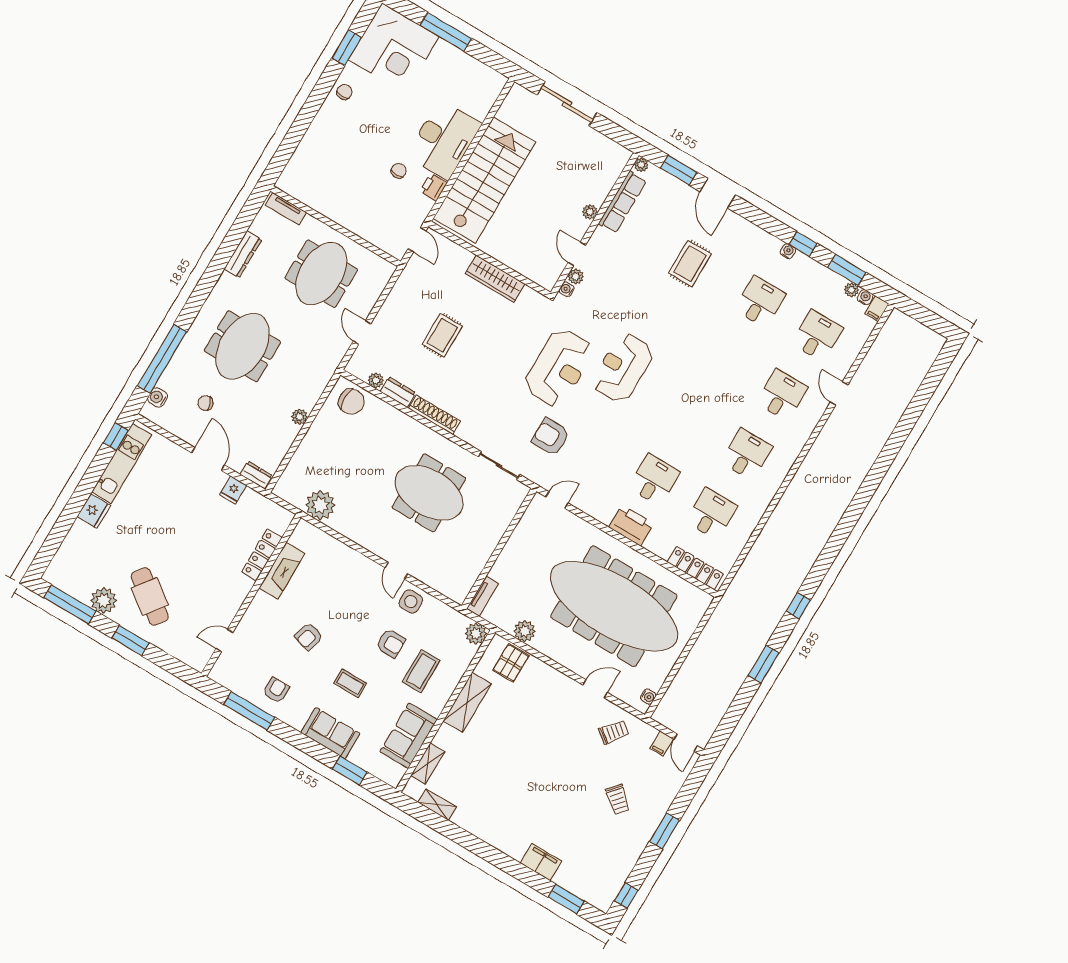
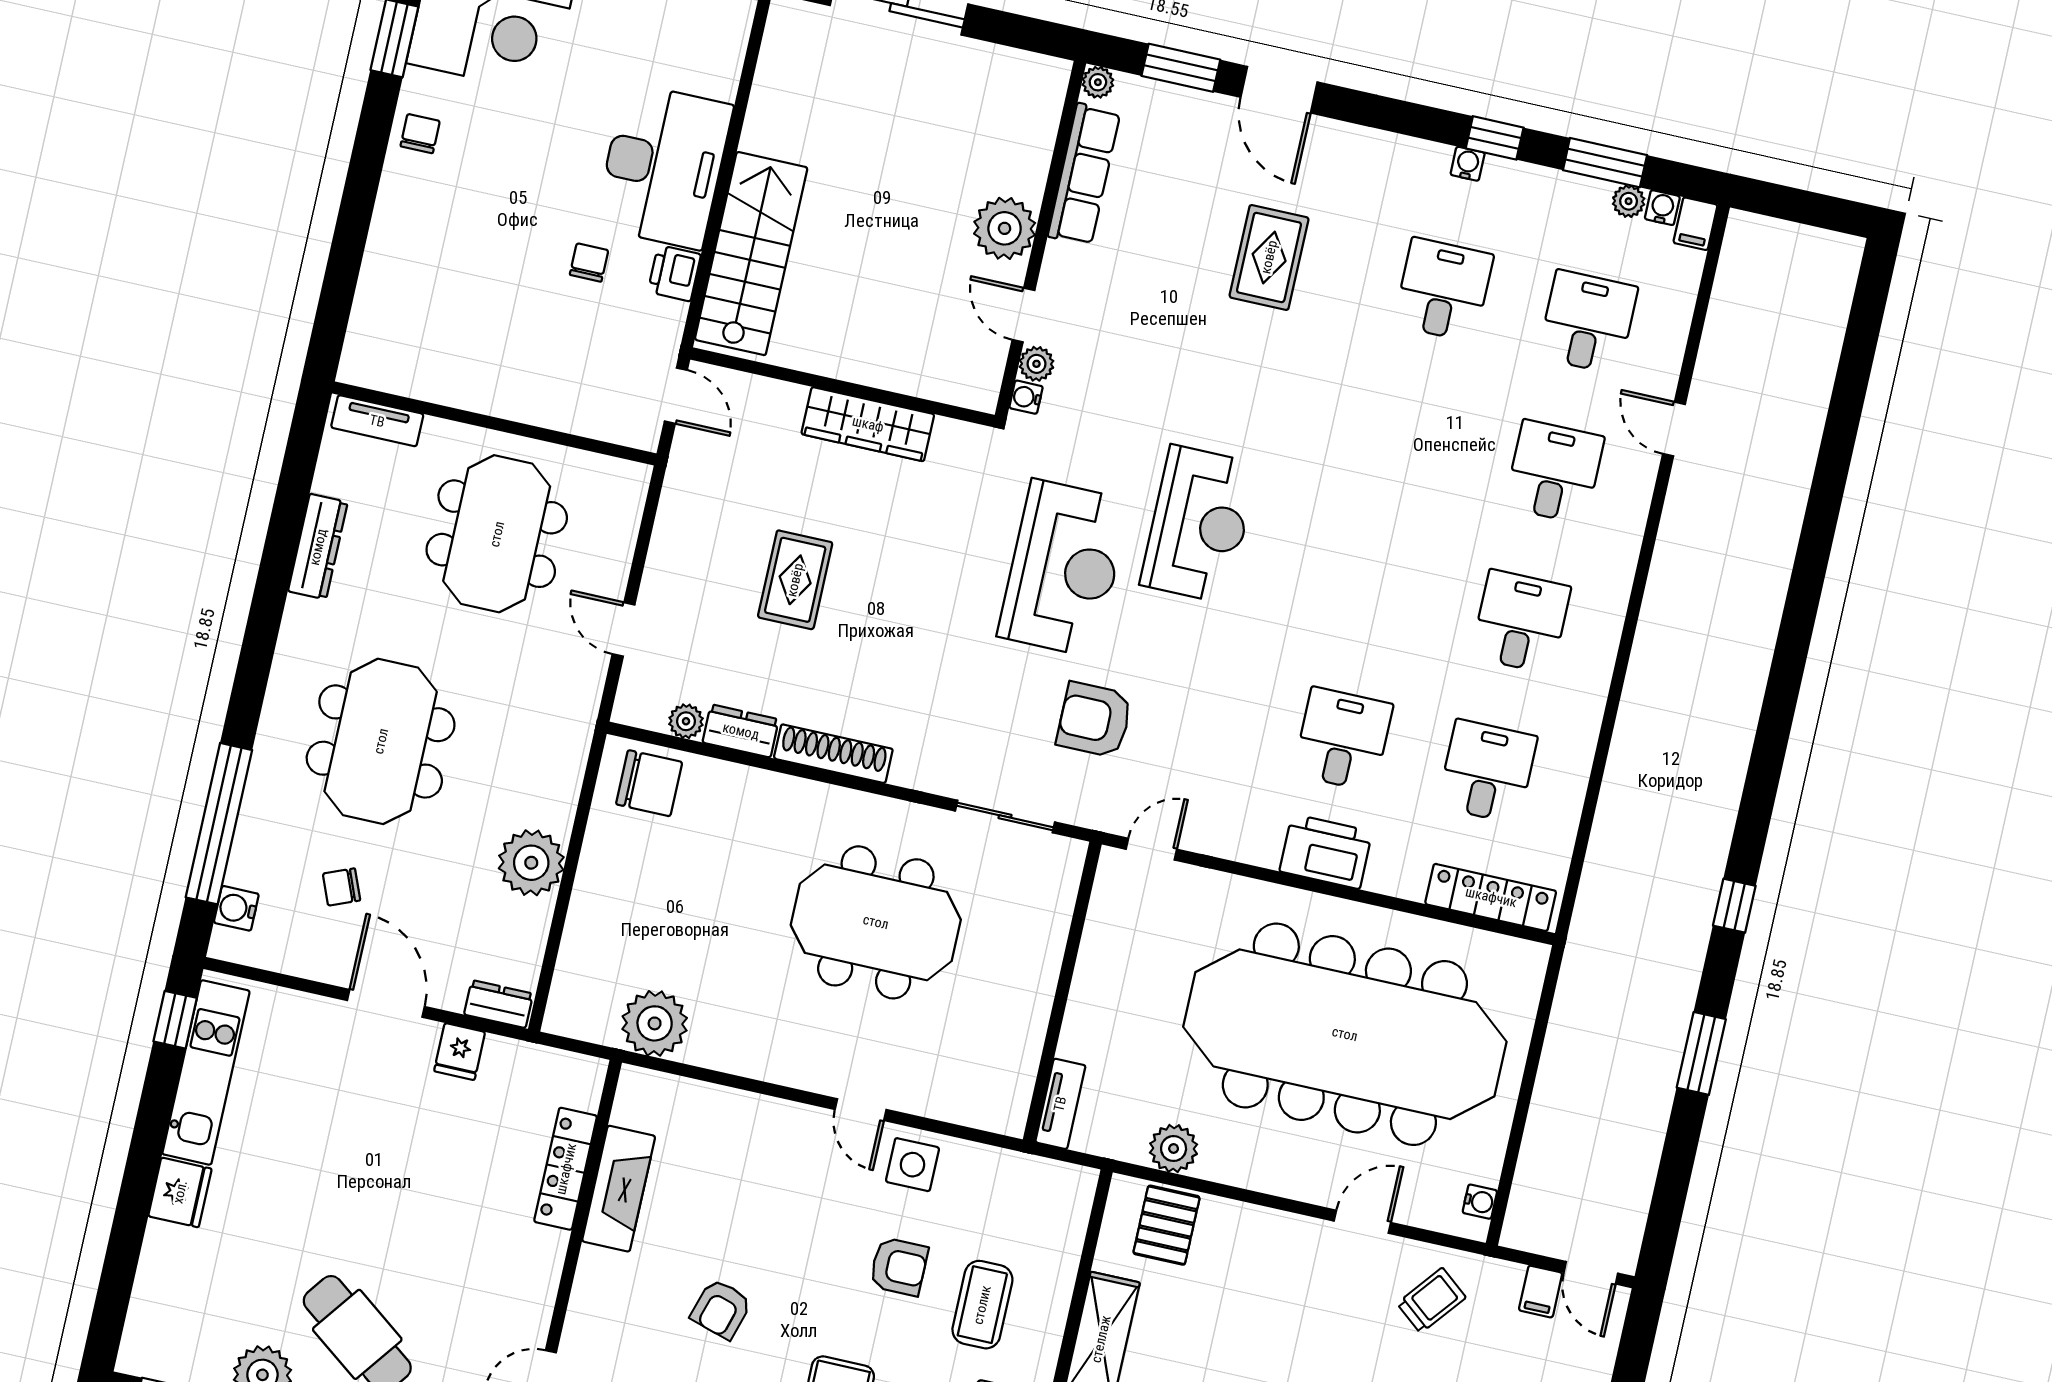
stairs: (484, 180) -> (751, 254), width x0.73, depth x0.66
plant: (590, 212) -> (1005, 228), width x1.88, depth x1.88
reception desk: (623, 368) -> (1199, 524), turned 180
plant: (299, 417) -> (531, 863), width x1.88, depth x1.88
plant: (476, 634) -> (1072, 1188), removed

